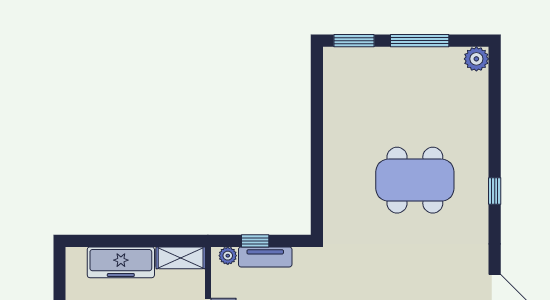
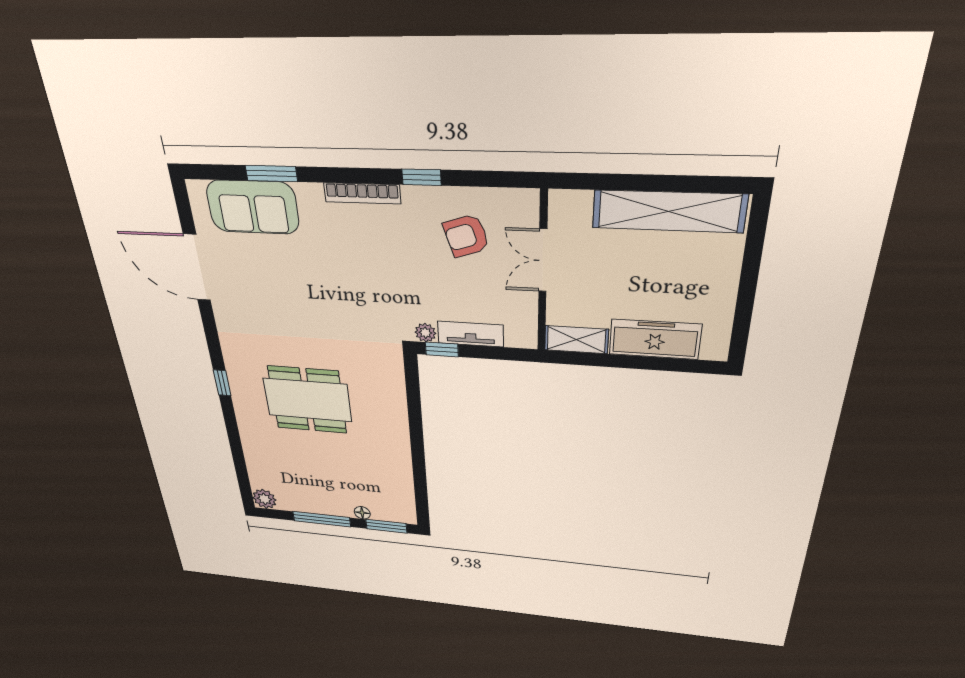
floor lamp: (377, 54) -> (362, 513), added
window: (255, 241) -> (442, 350), moved
plant: (228, 256) -> (425, 333), moved

